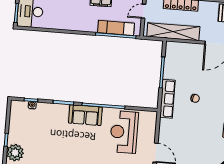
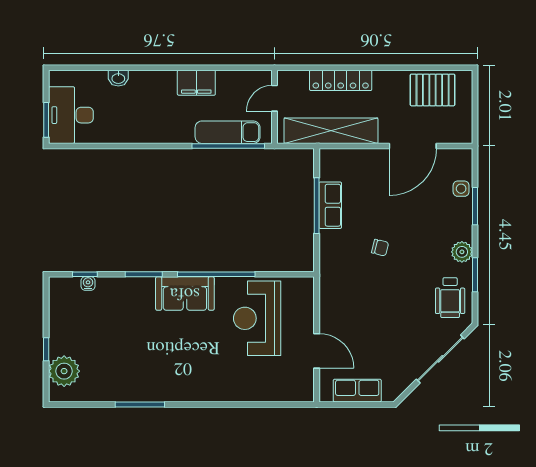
row of seats: (167, 99) -> (330, 205), moved, width x0.68

